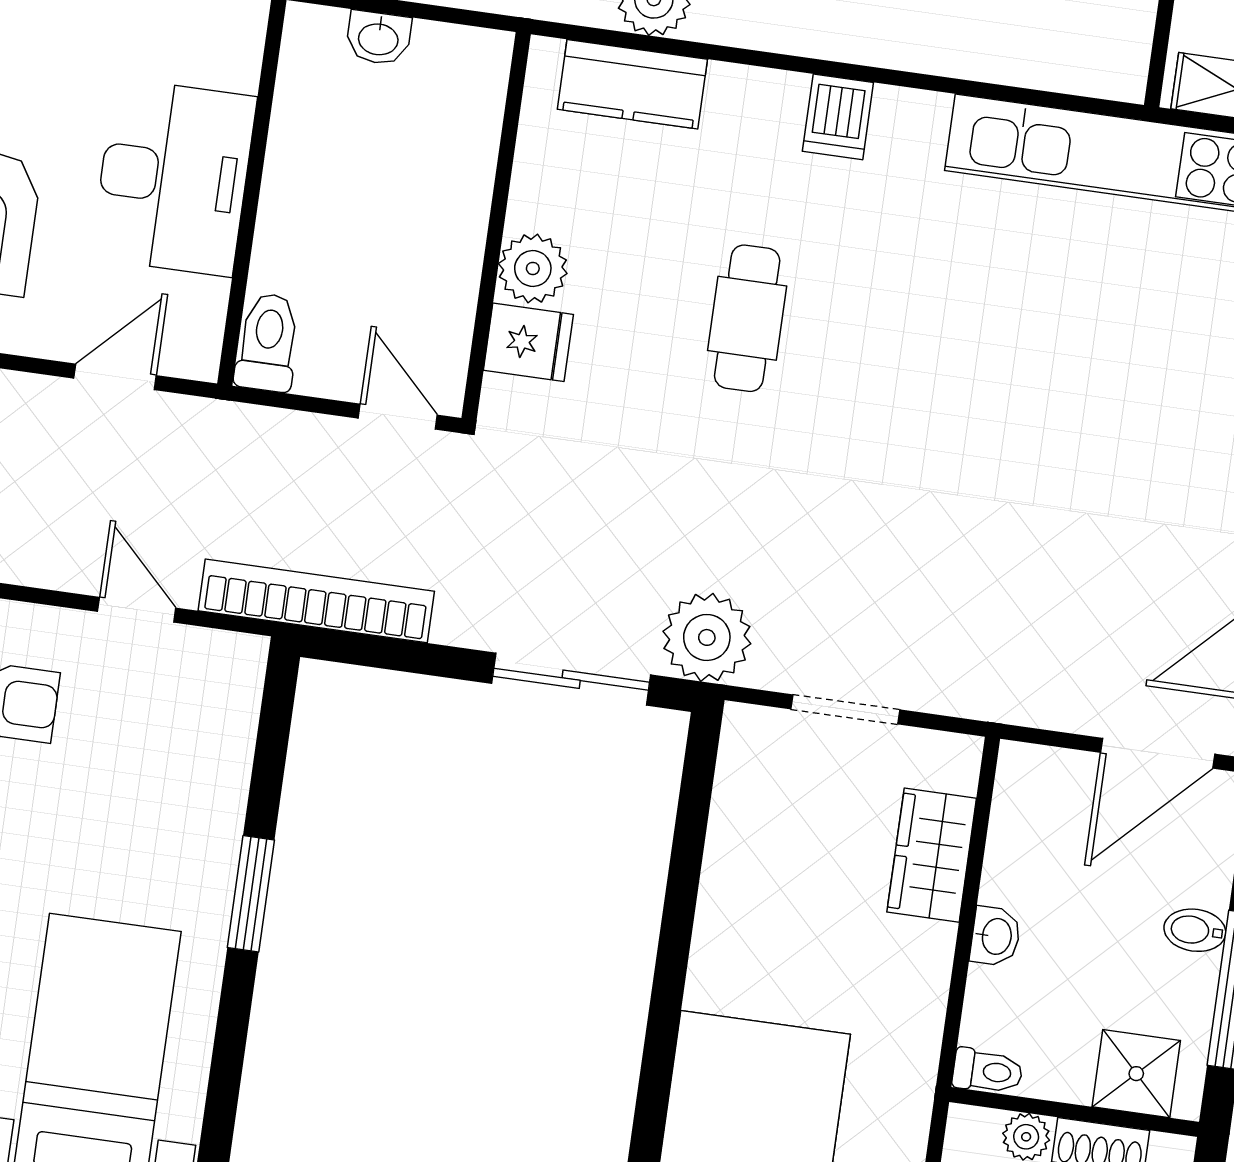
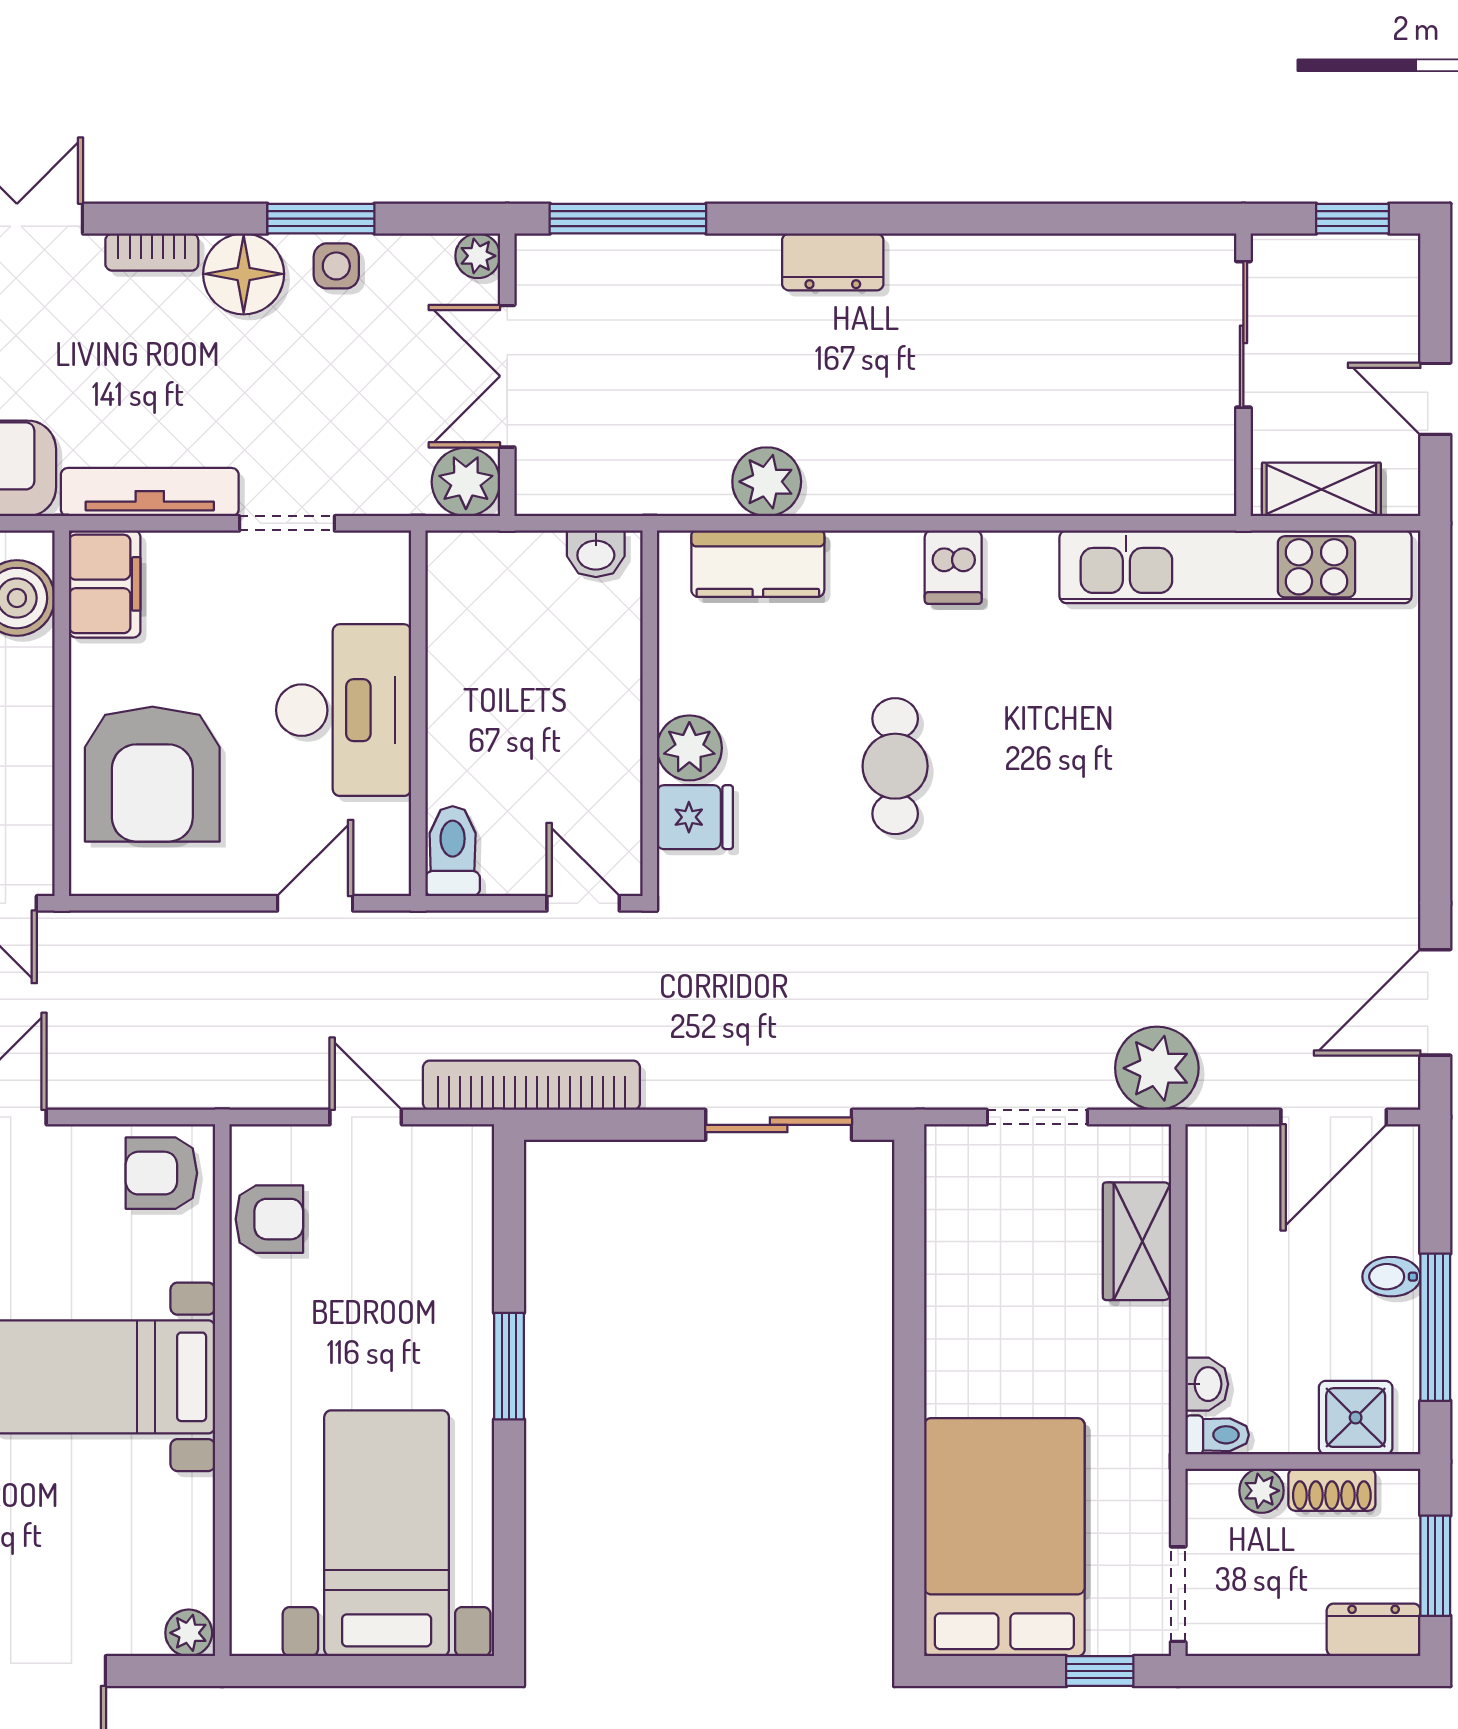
washbasin: (378, 38) -> (596, 554), moved
plant: (707, 637) -> (1157, 1068), moved
washbasin: (995, 936) -> (1207, 1384), moved

